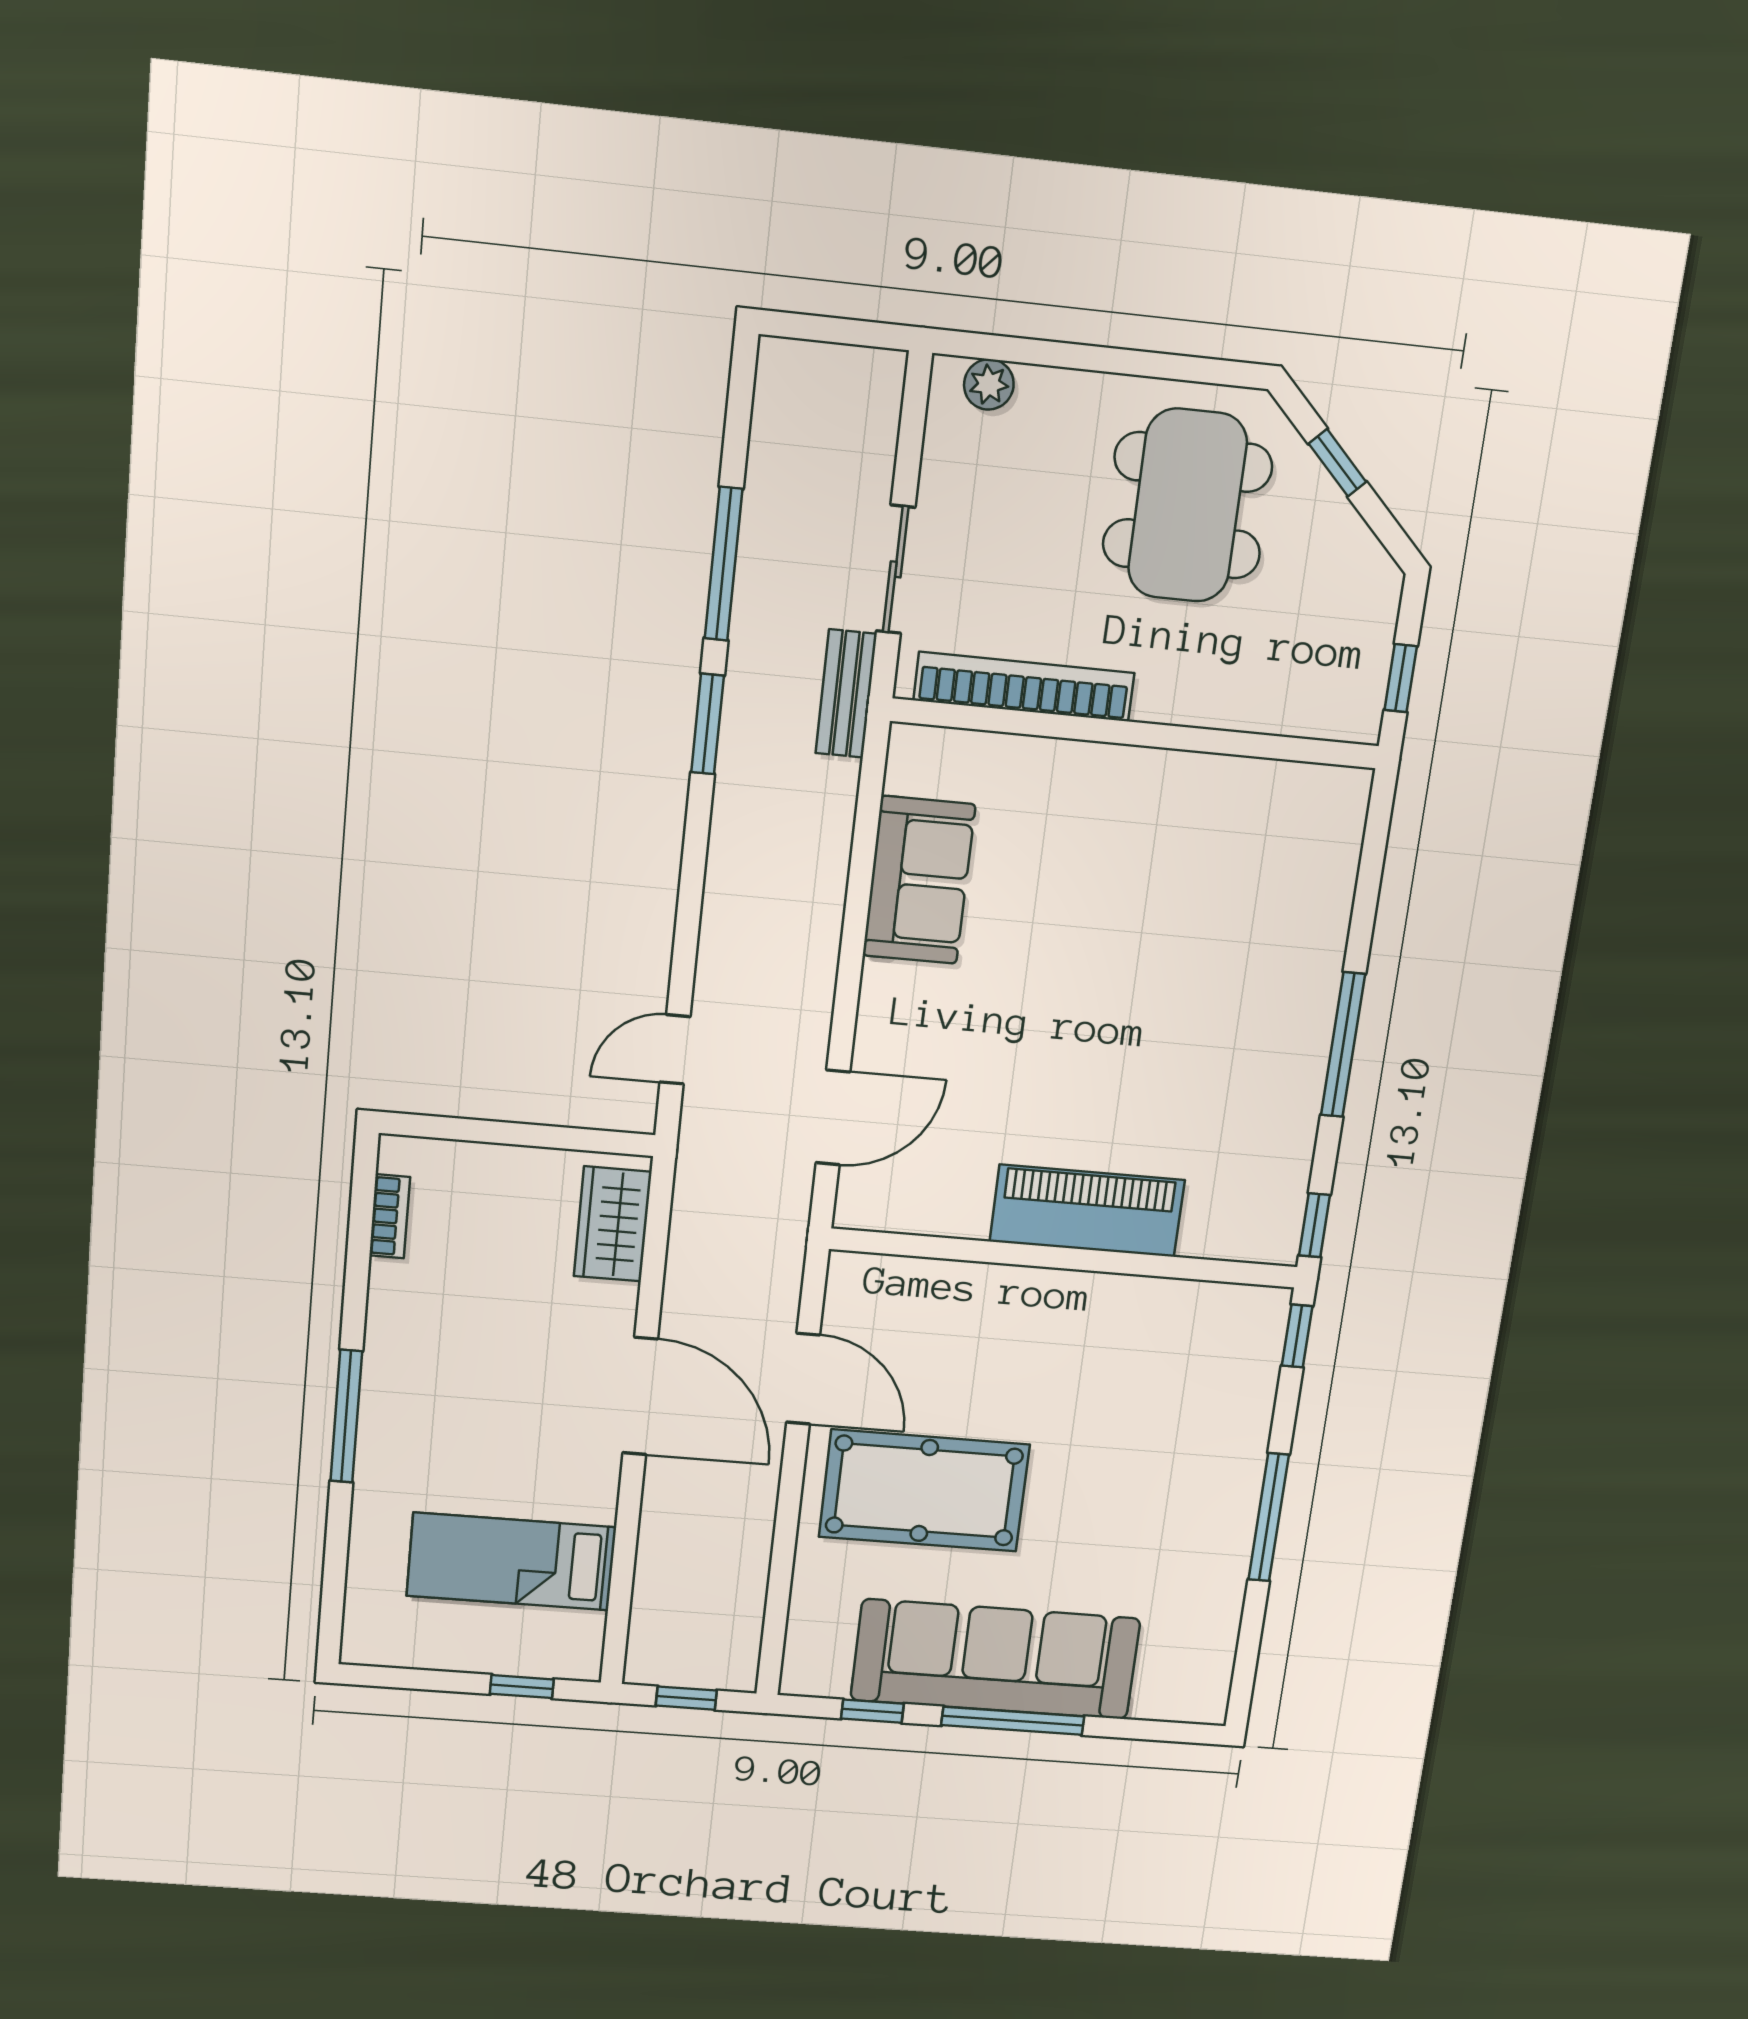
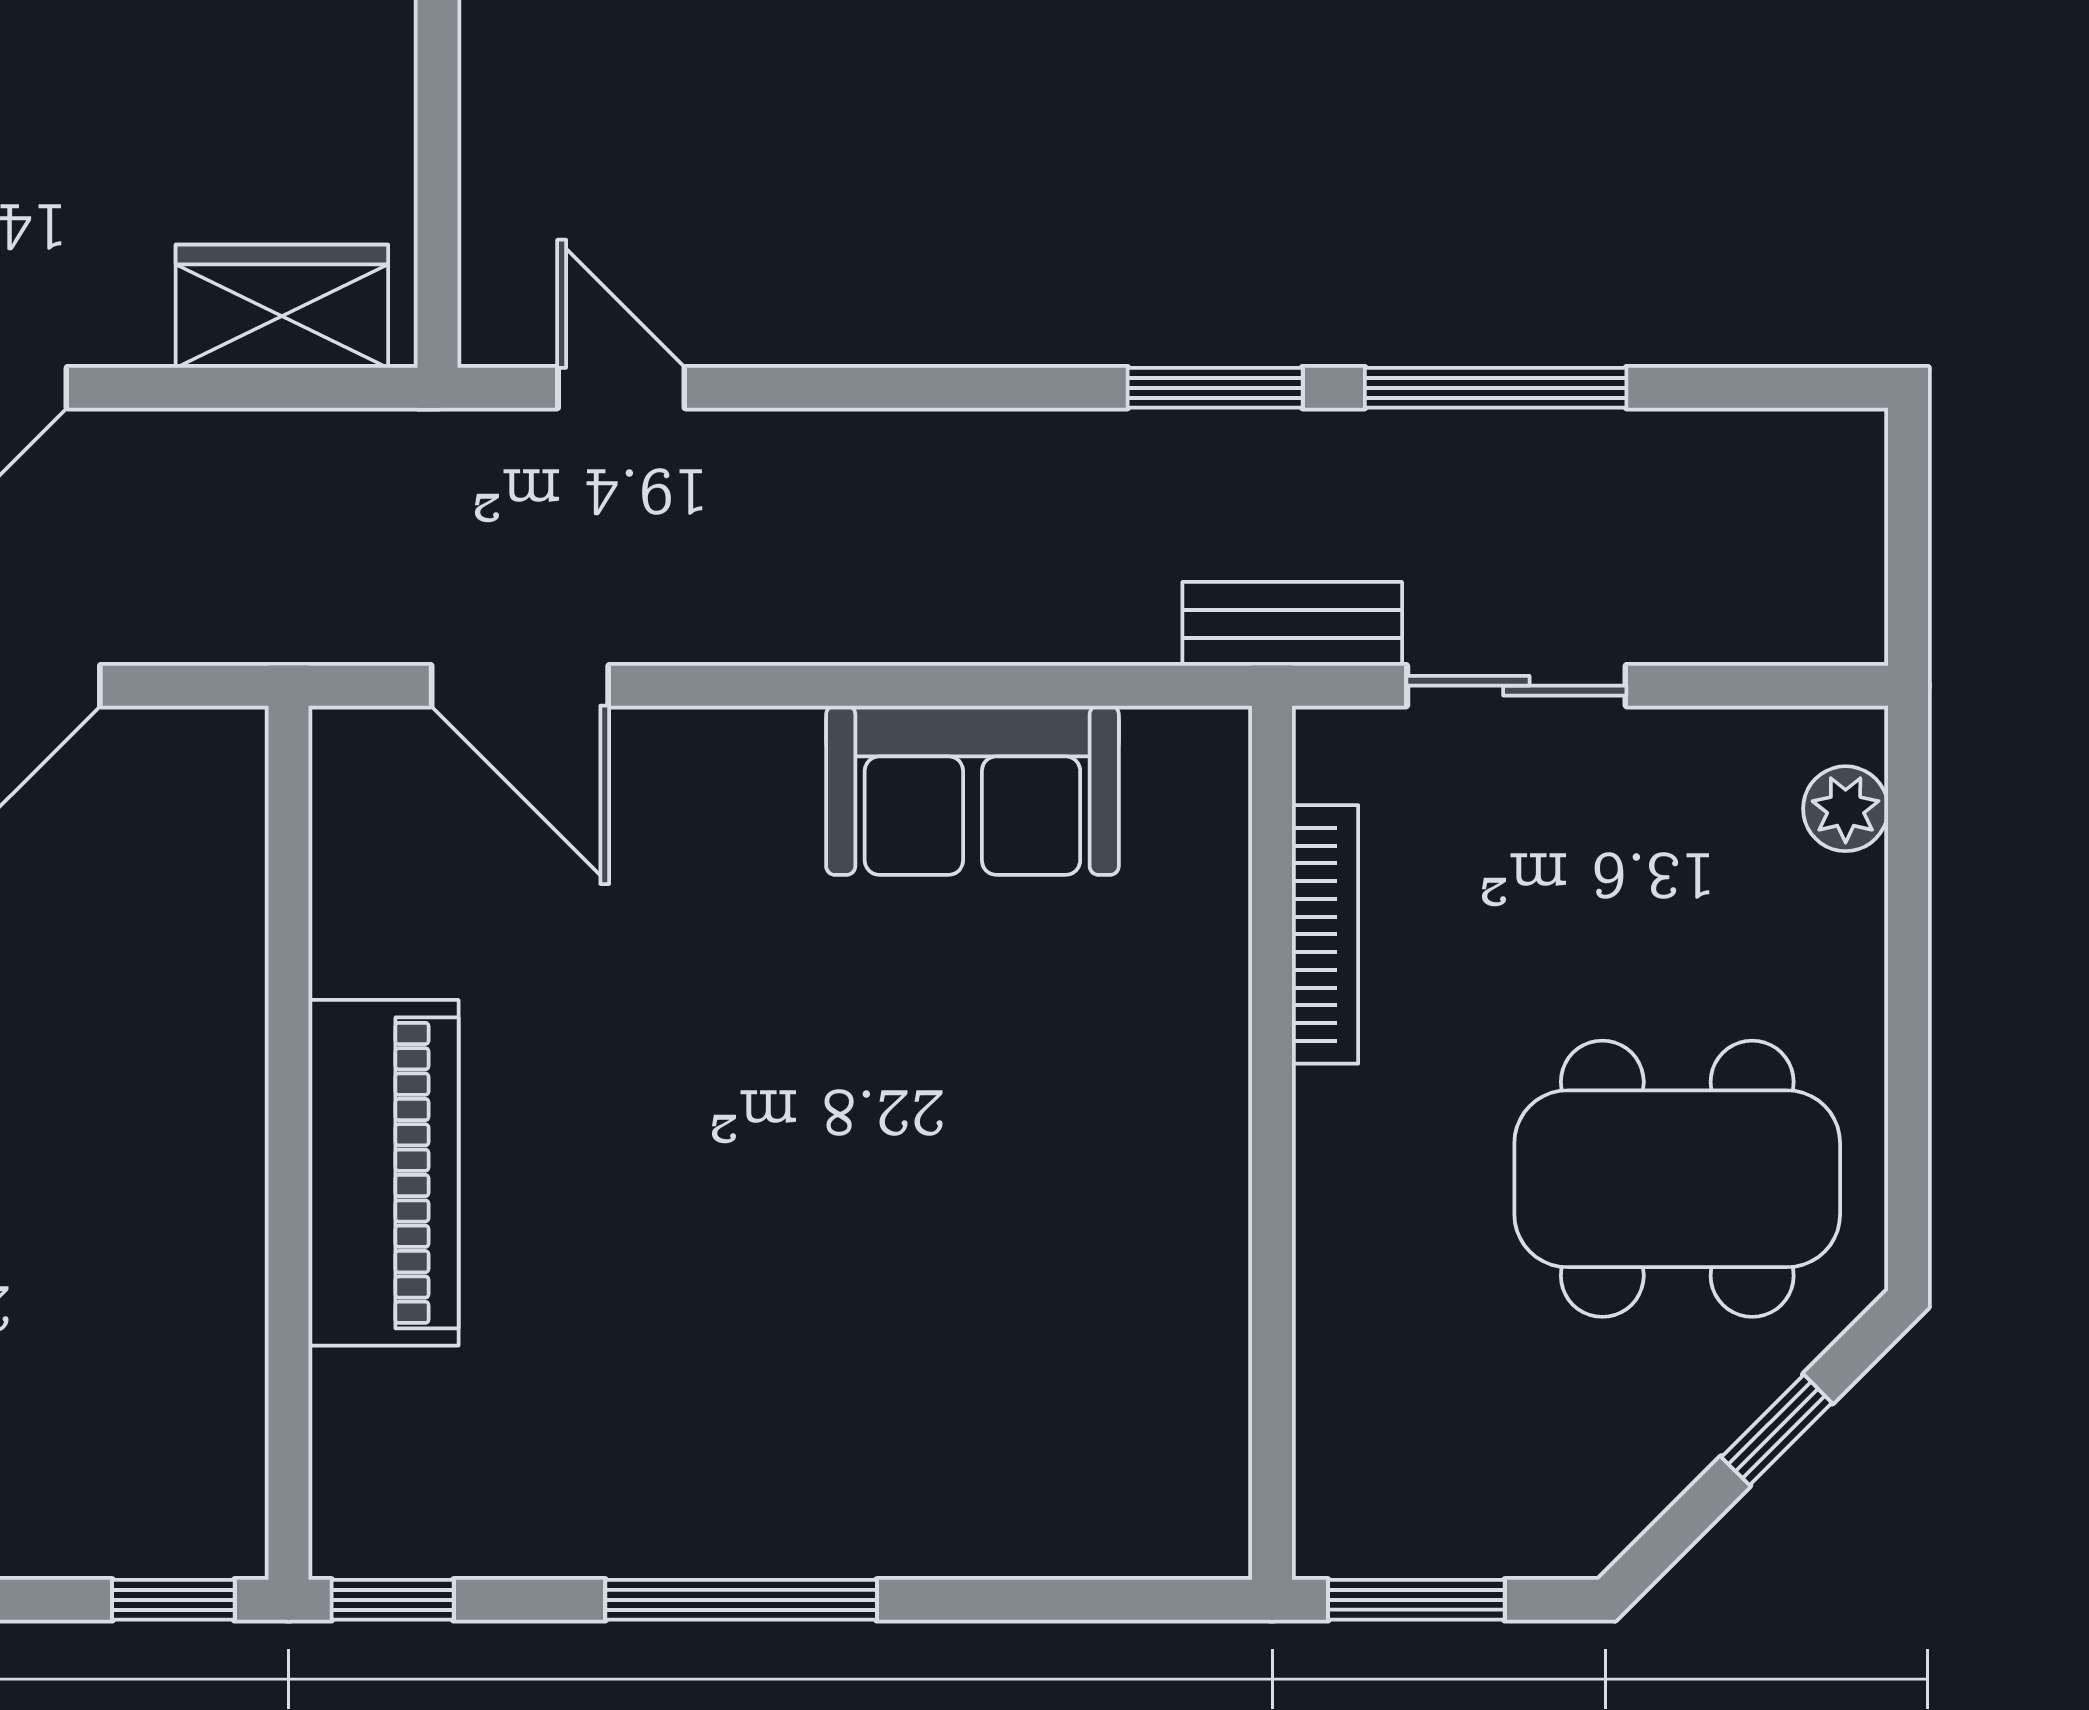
window: (1401, 678) -> (1416, 1600), width x1.50
bookcase: (1024, 687) -> (1325, 934), width x0.68, depth x0.76

